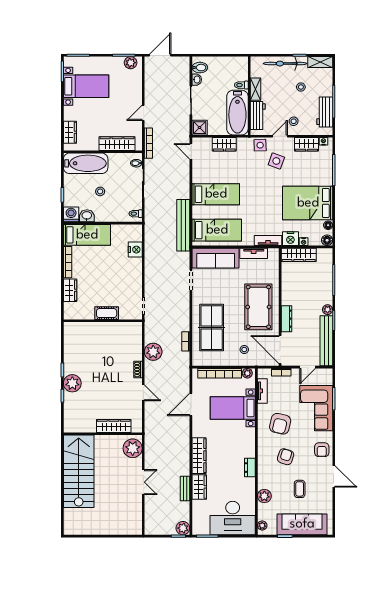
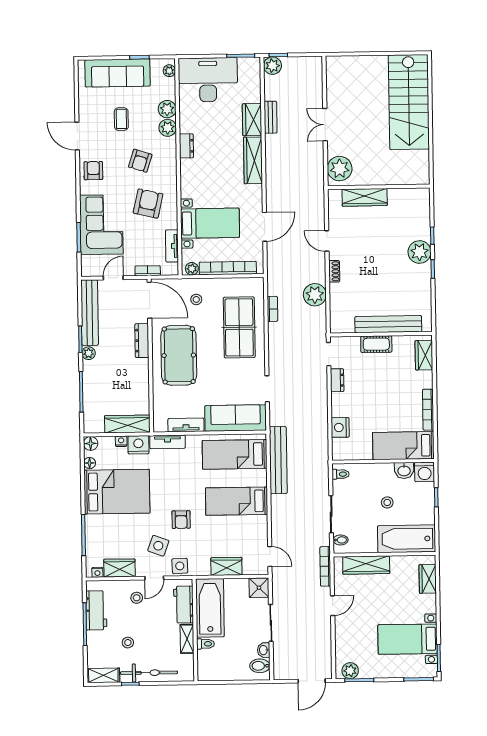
armchair: (259, 181) -> (181, 520), added
dresser: (137, 286) -> (337, 380), added
wardrobe: (70, 290) -> (424, 355), moved
bench: (97, 328) -> (388, 324), added
stairs: (79, 471) -> (409, 102), moved
plant: (264, 482) -> (168, 128), added

